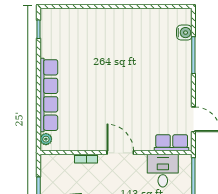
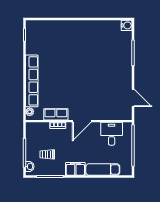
water cooler: (184, 33) -> (127, 25), moved
row of seats: (172, 143) -> (56, 114), moved
door: (120, 153) -> (82, 121), swing flipped

